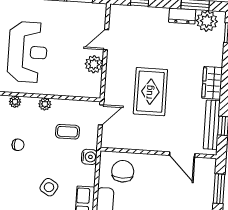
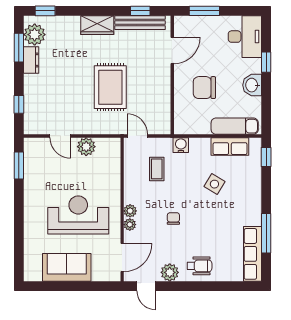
rug: (150, 92) -> (110, 87), turned 90
plant: (45, 104) -> (130, 211), moved
chair: (123, 171) -> (204, 88), moved

